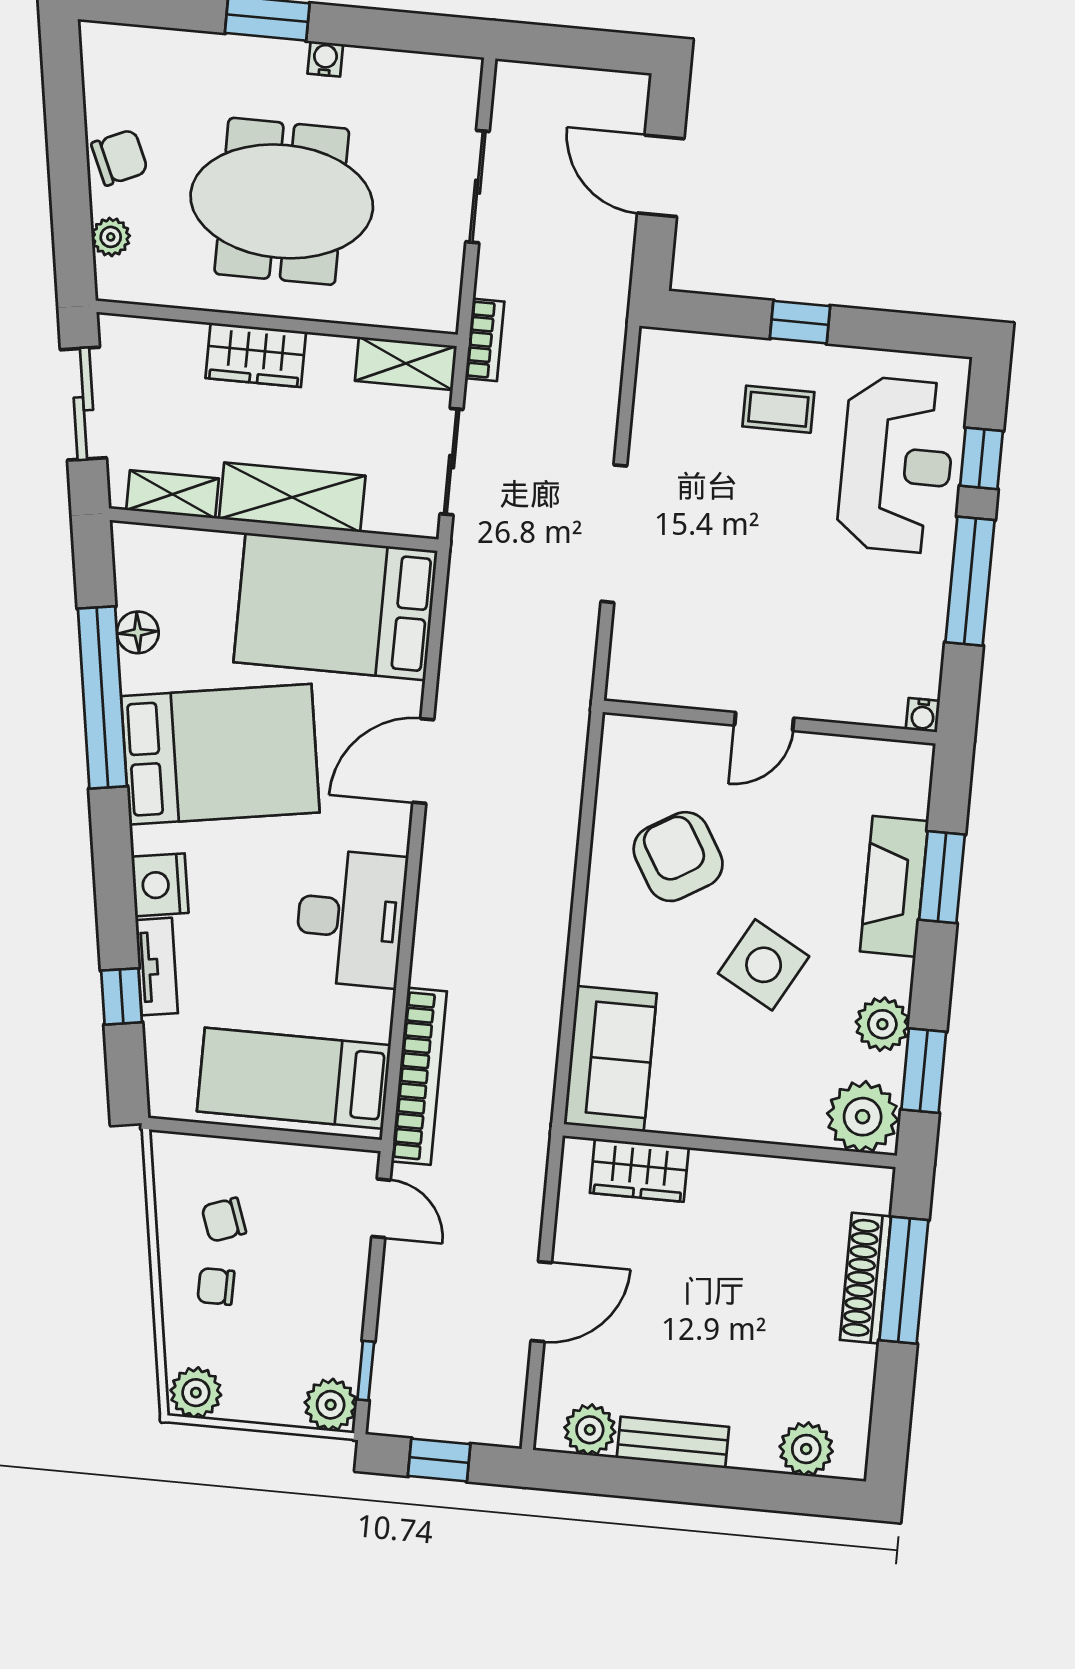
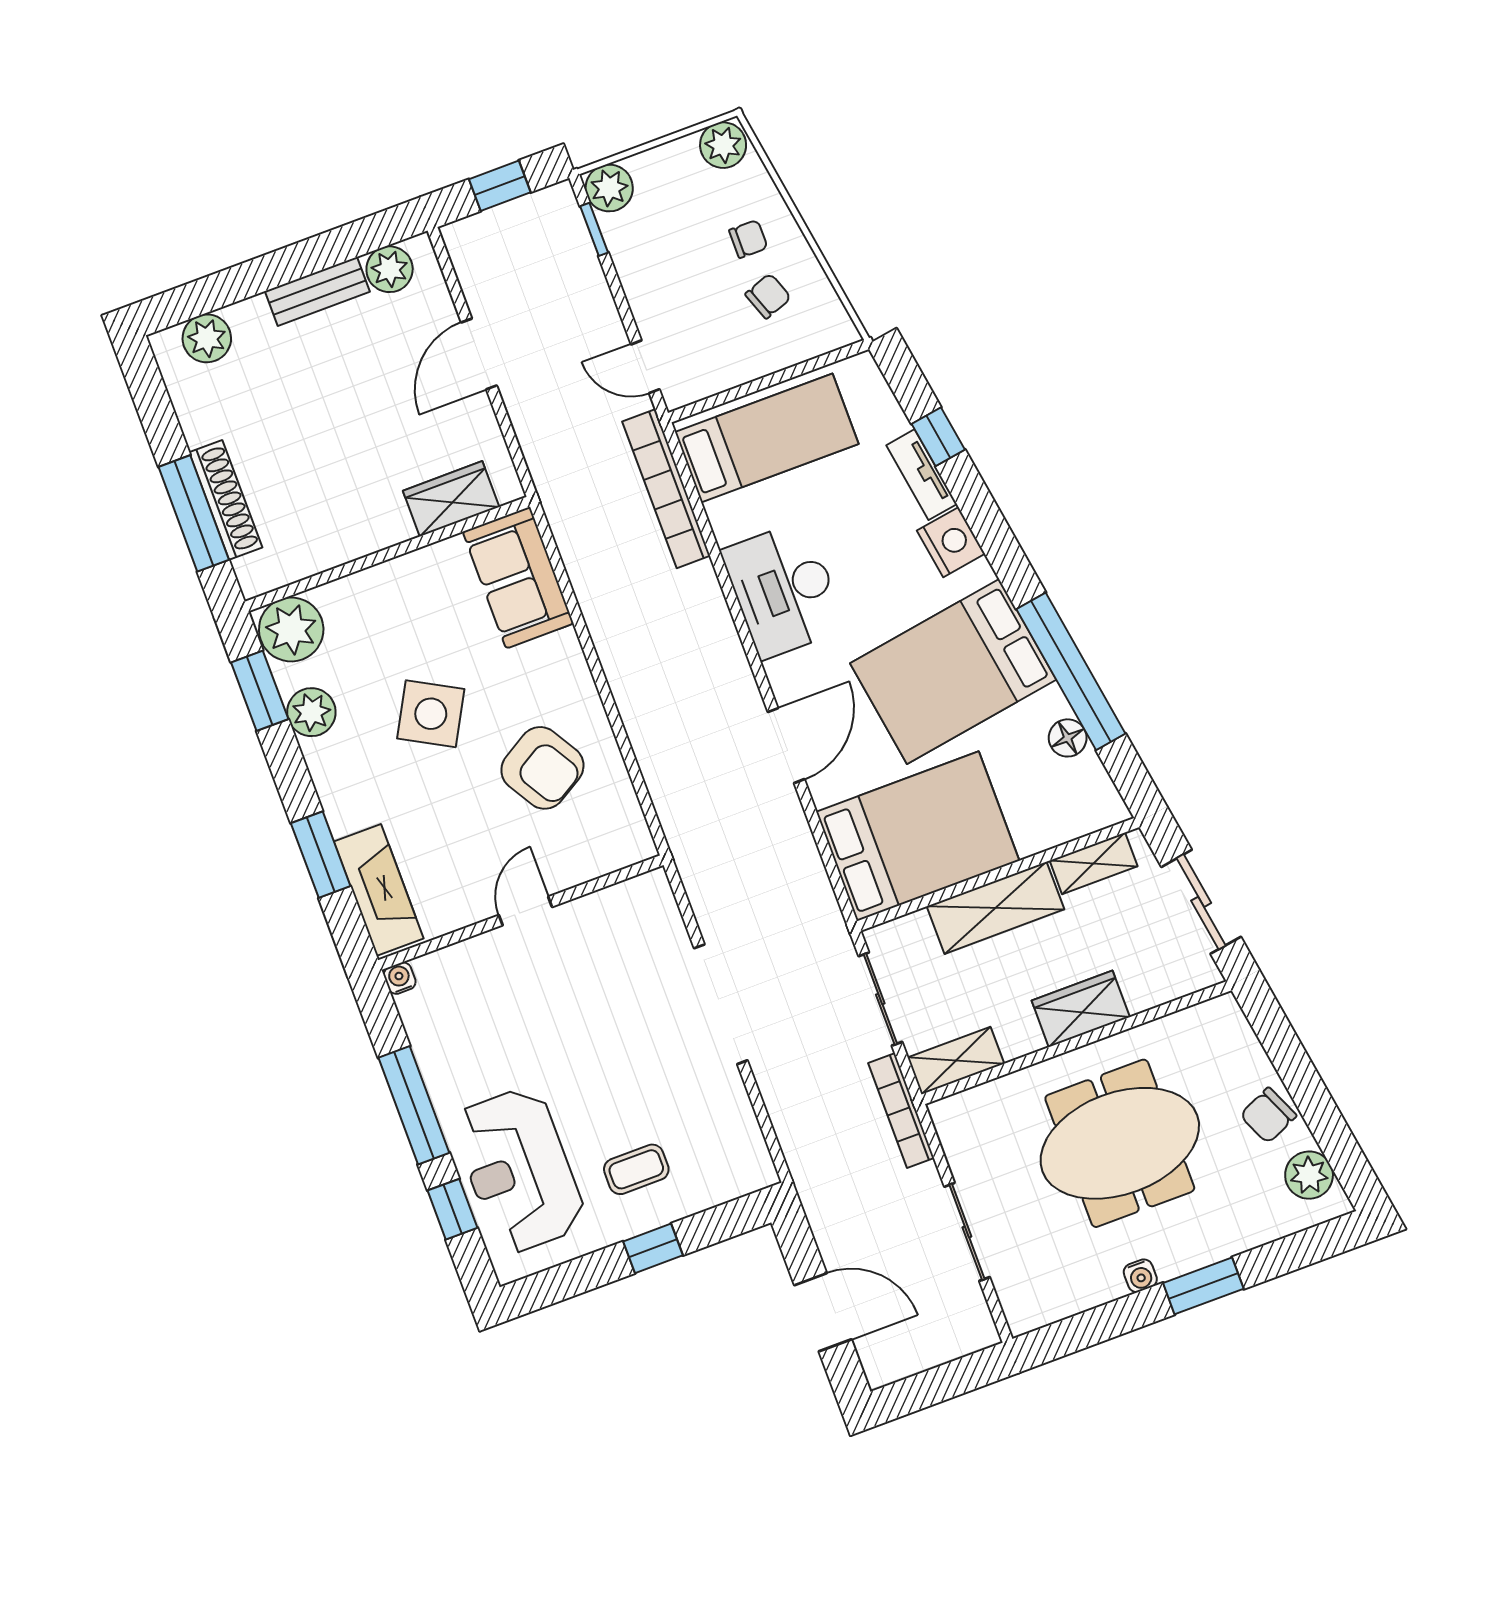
plant: (111, 237) -> (1309, 1175), moved, width x1.38, depth x1.38
bookcase: (485, 340) -> (901, 1111), width x1.56
fireplace: (894, 886) -> (379, 890), moved

